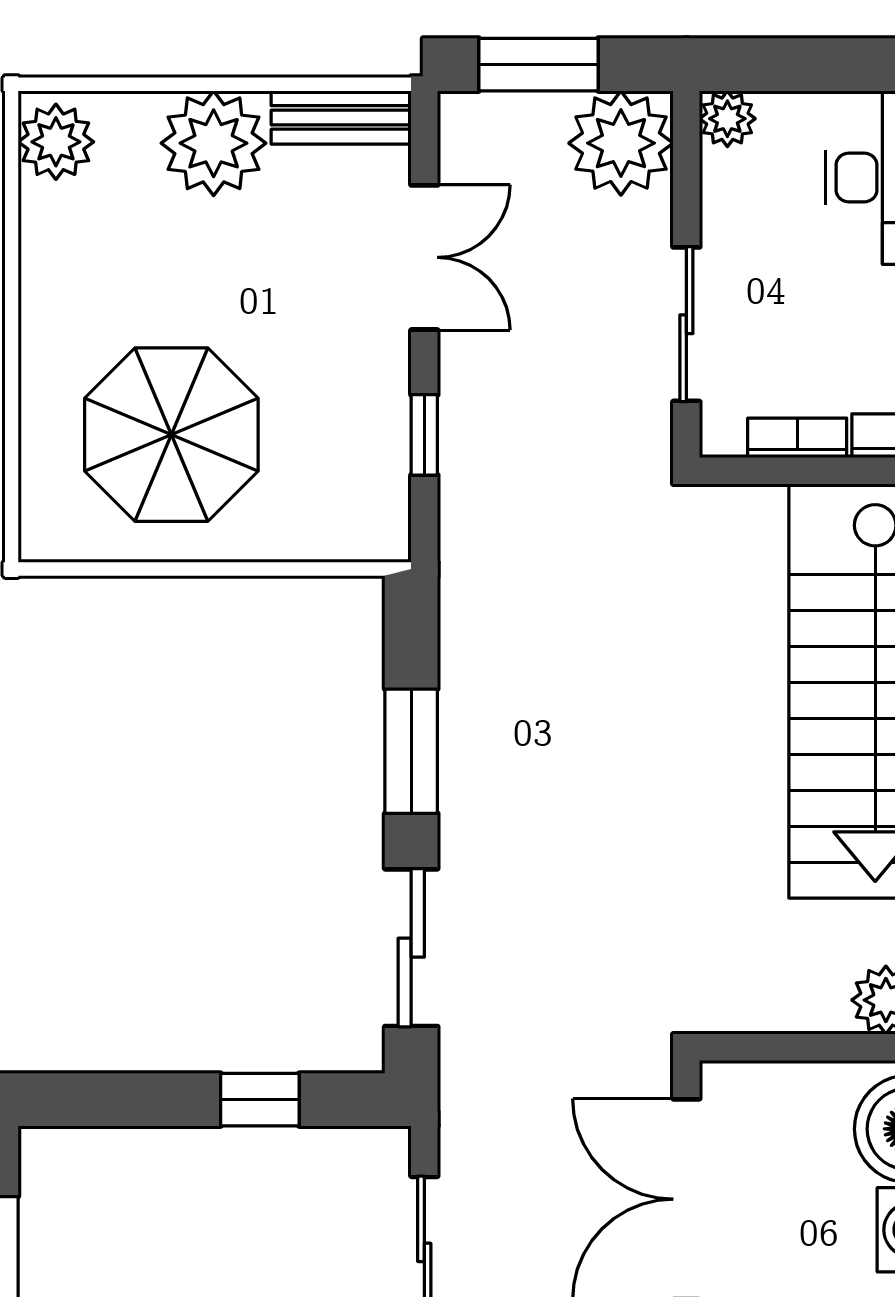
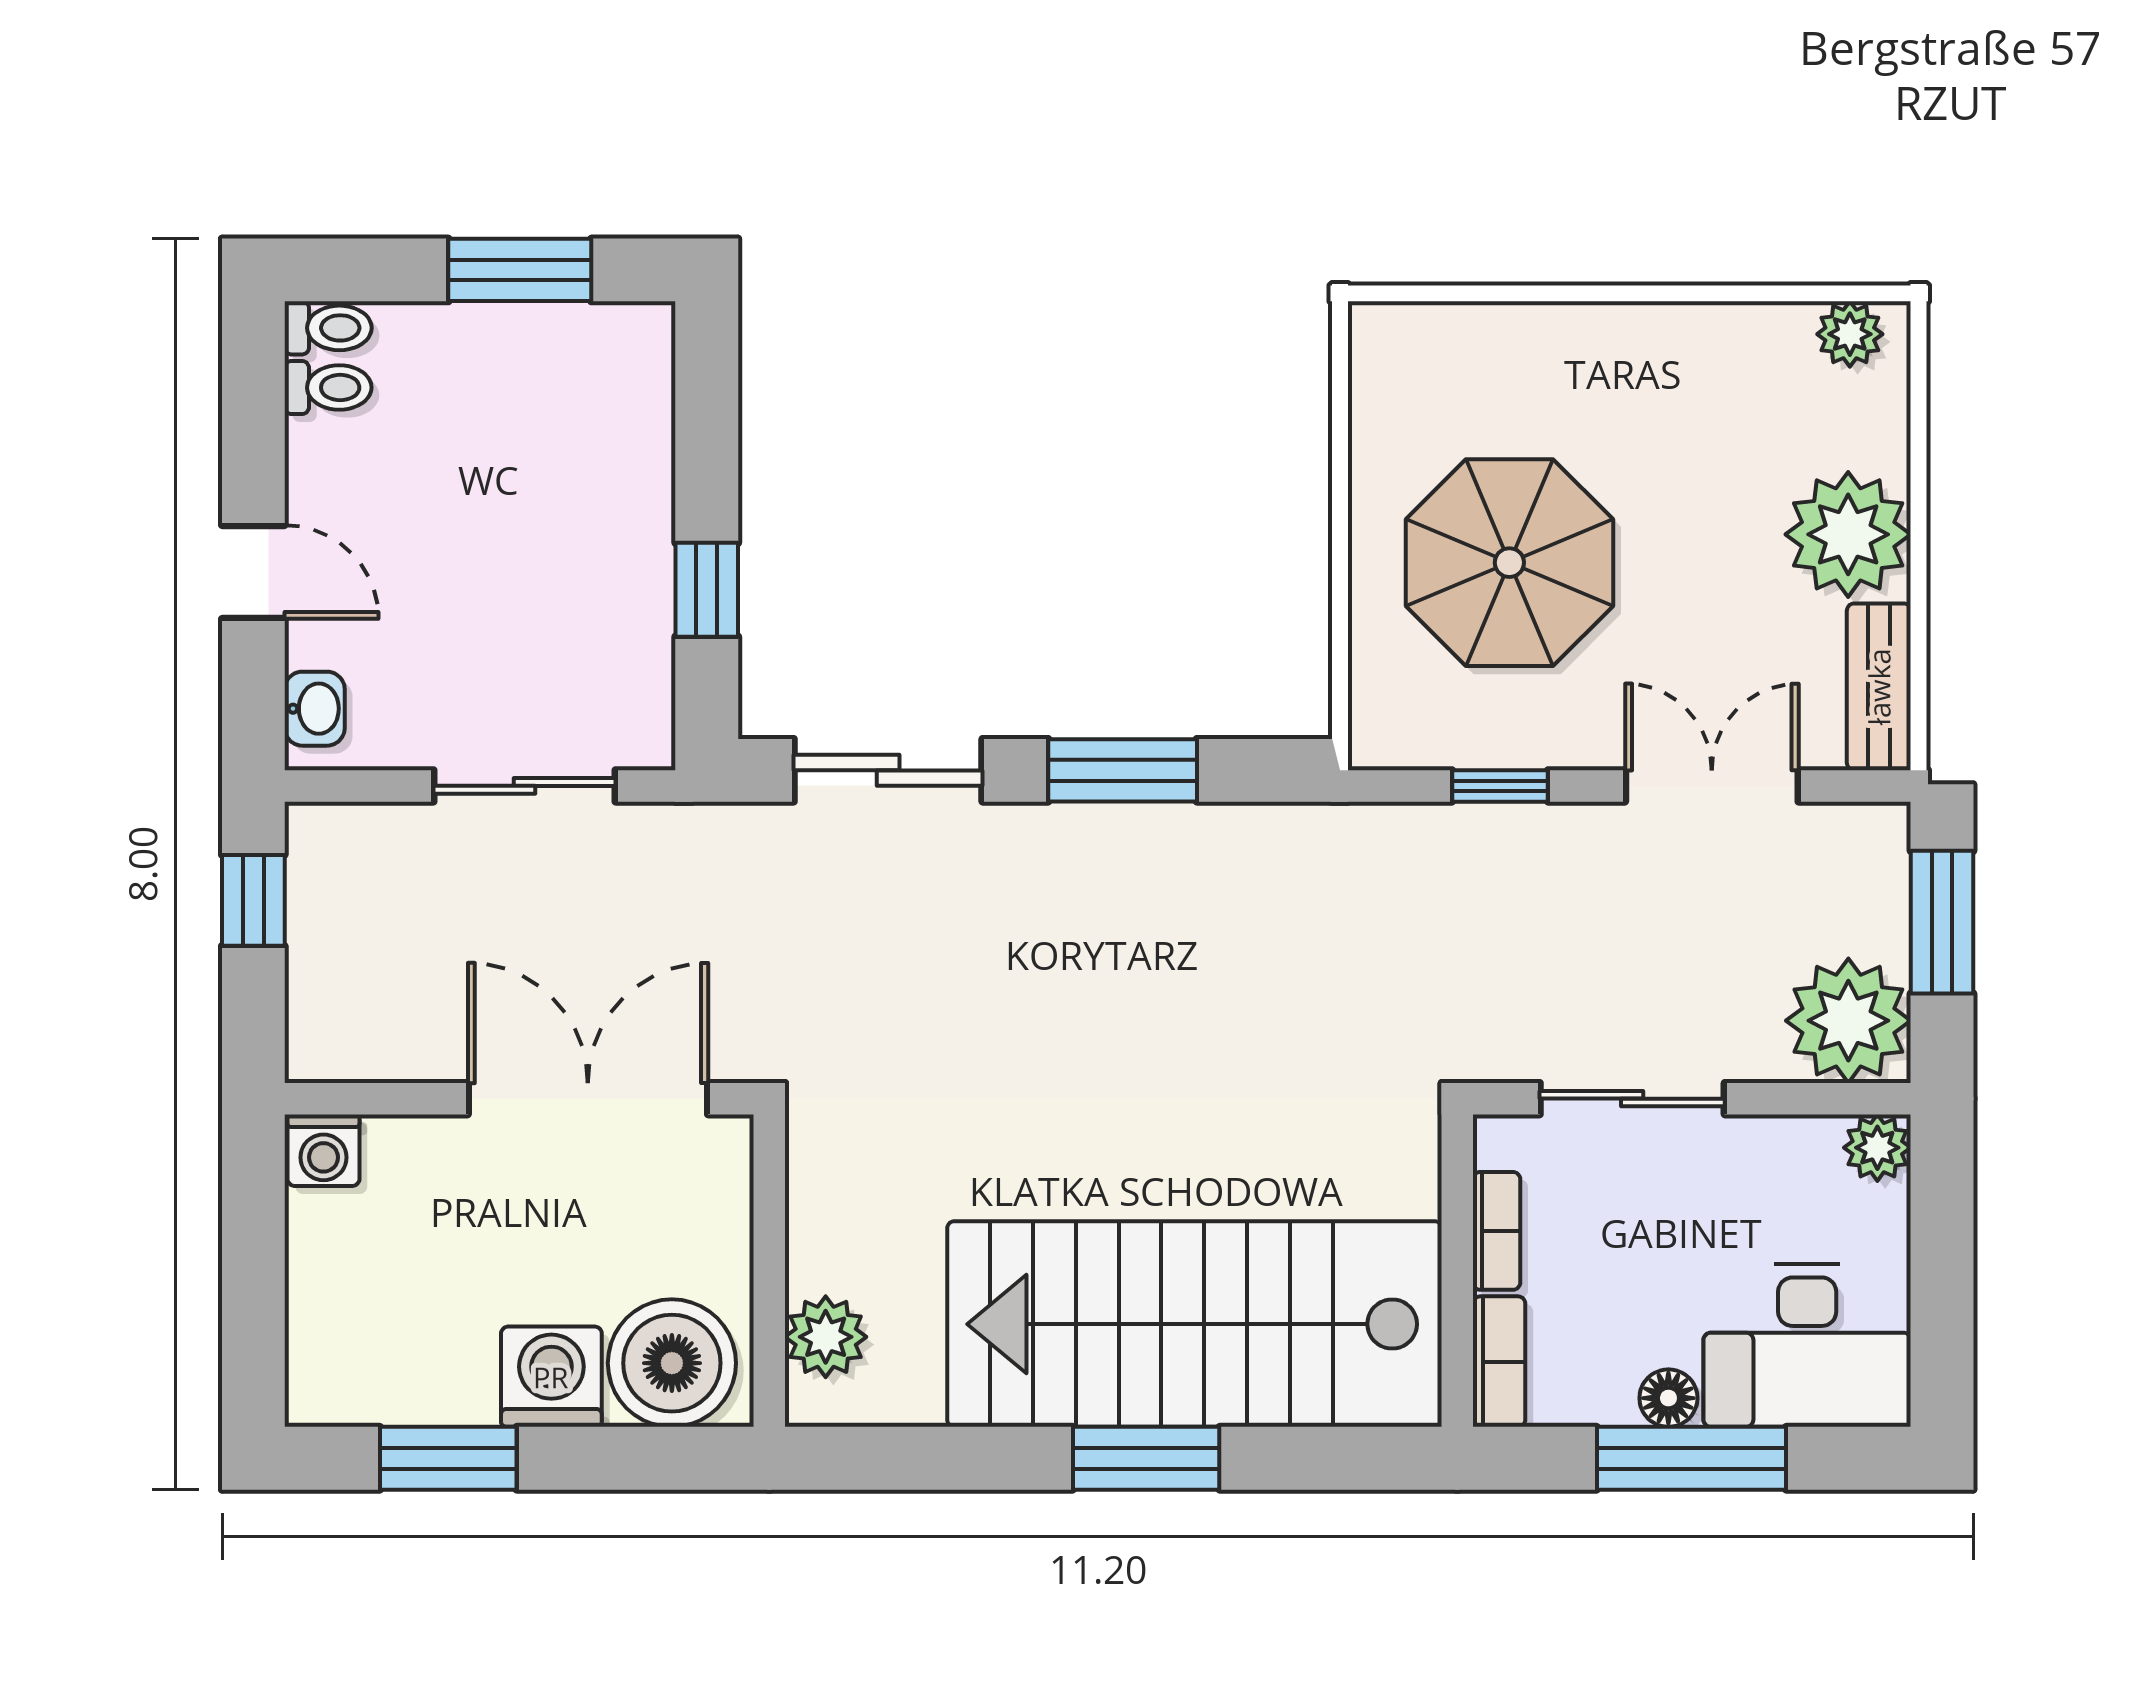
plant: (56, 142) -> (1850, 334), width x0.73, depth x0.73
double door: (424, 257) -> (1712, 786), swing flipped
parasol: (171, 435) -> (1509, 563), moved

